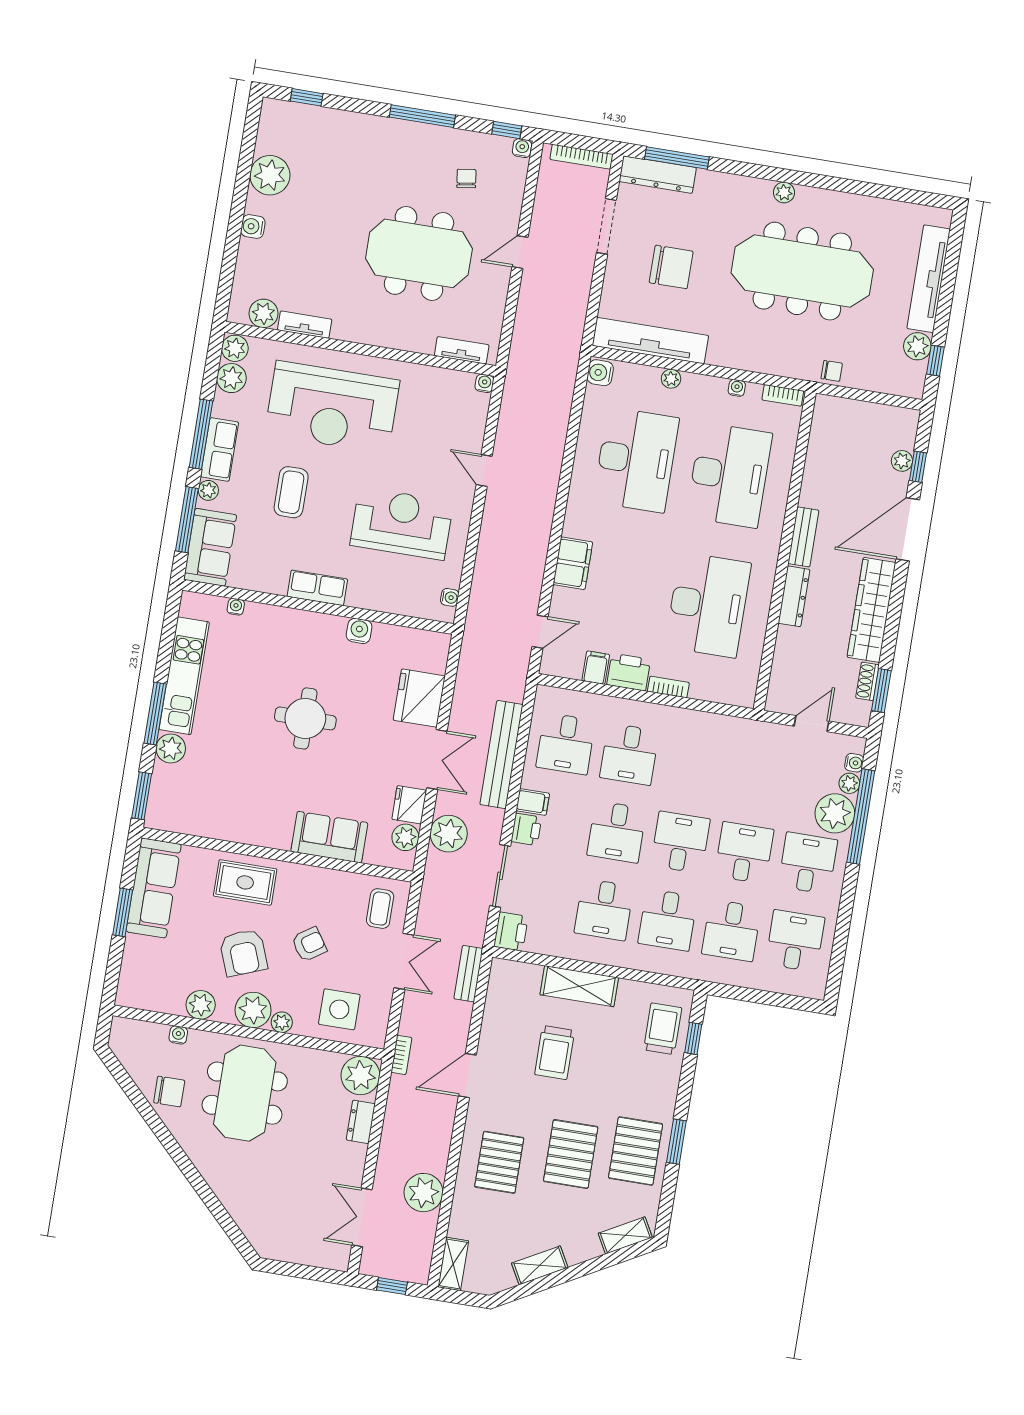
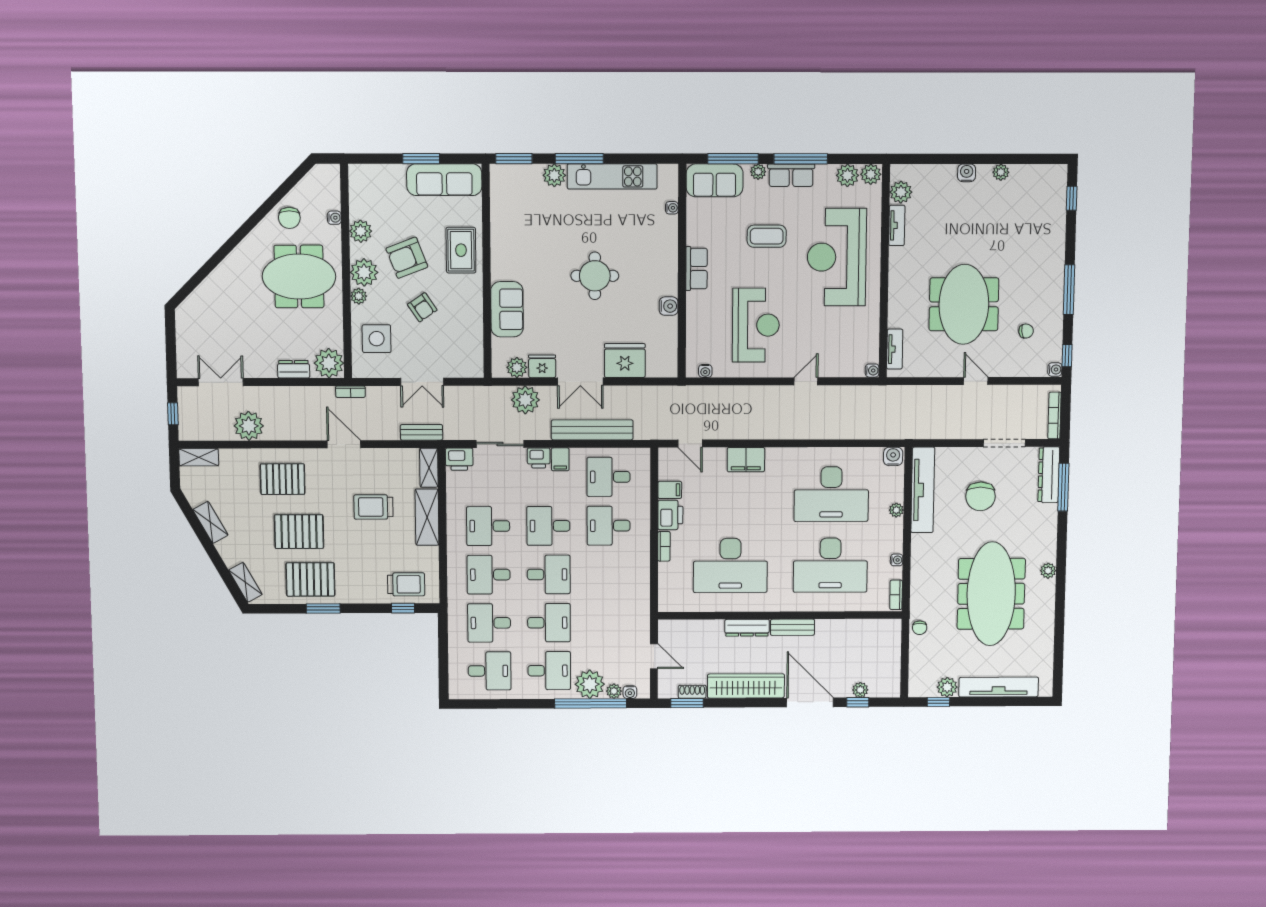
plant: (270, 175) -> (1001, 172), width x0.53, depth x0.53
coffee table: (380, 909) -> (459, 357), removed
shelving: (516, 972) -> (429, 468), added

